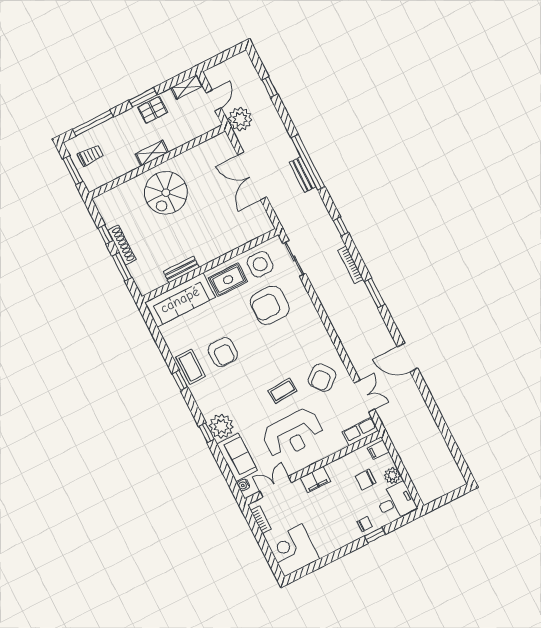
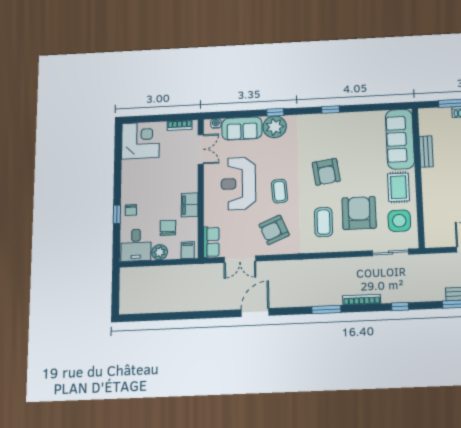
armchair: (223, 352) -> (326, 172), moved, turned -98
coffee table: (191, 367) -> (323, 222), moved, turned 90
armchair: (322, 378) -> (274, 230), turned -74
filing cabinet: (315, 480) -> (190, 205), moved

